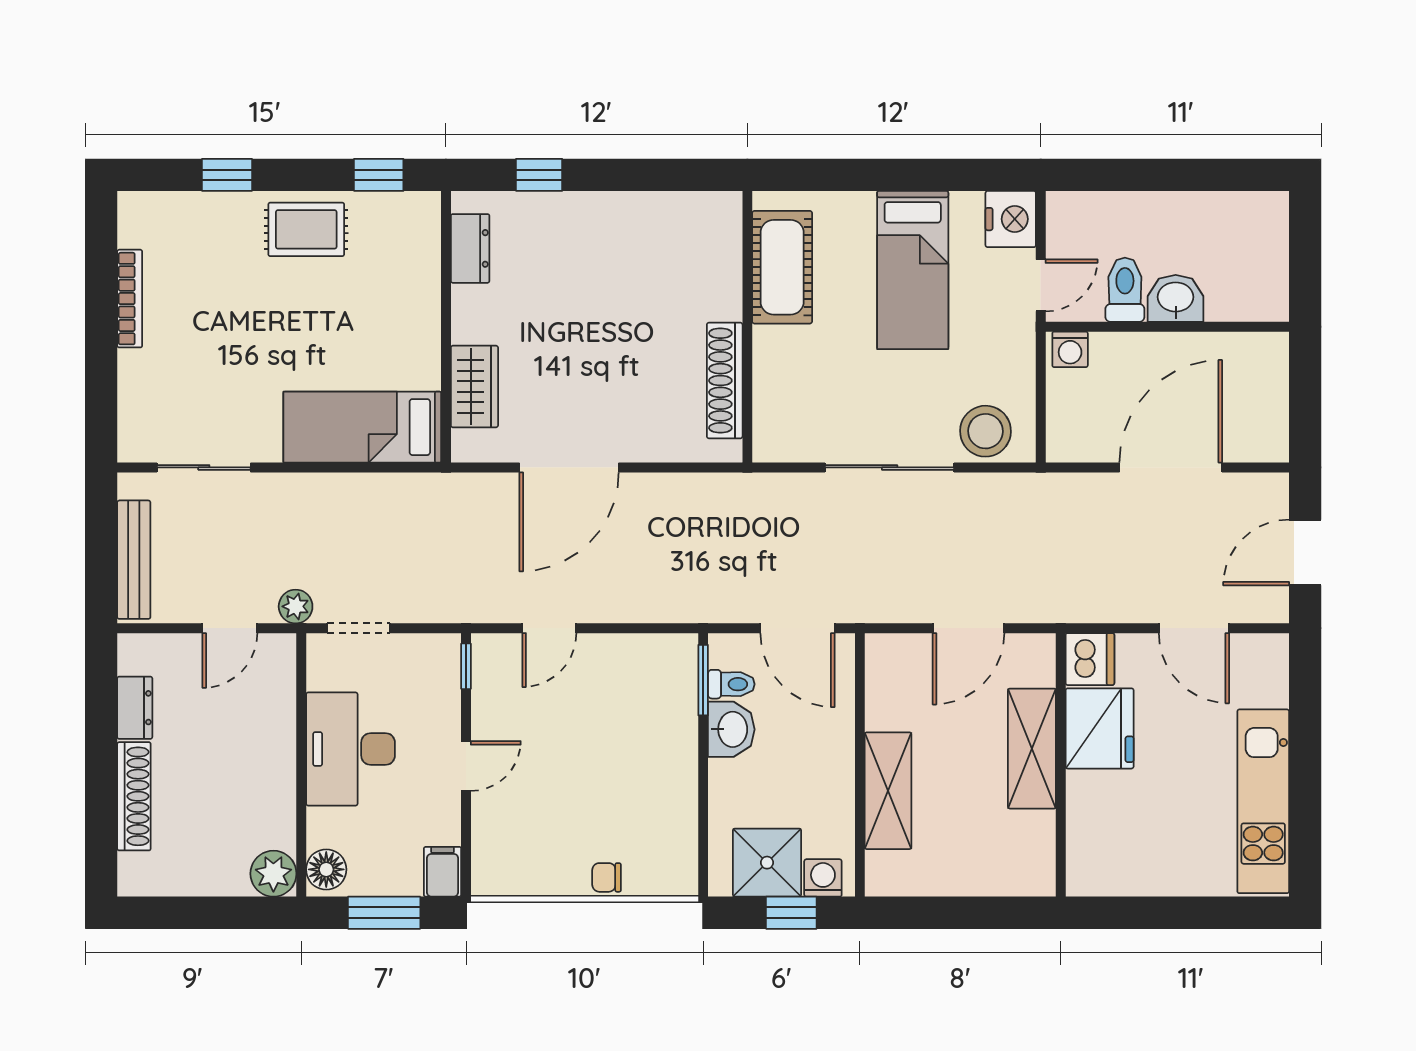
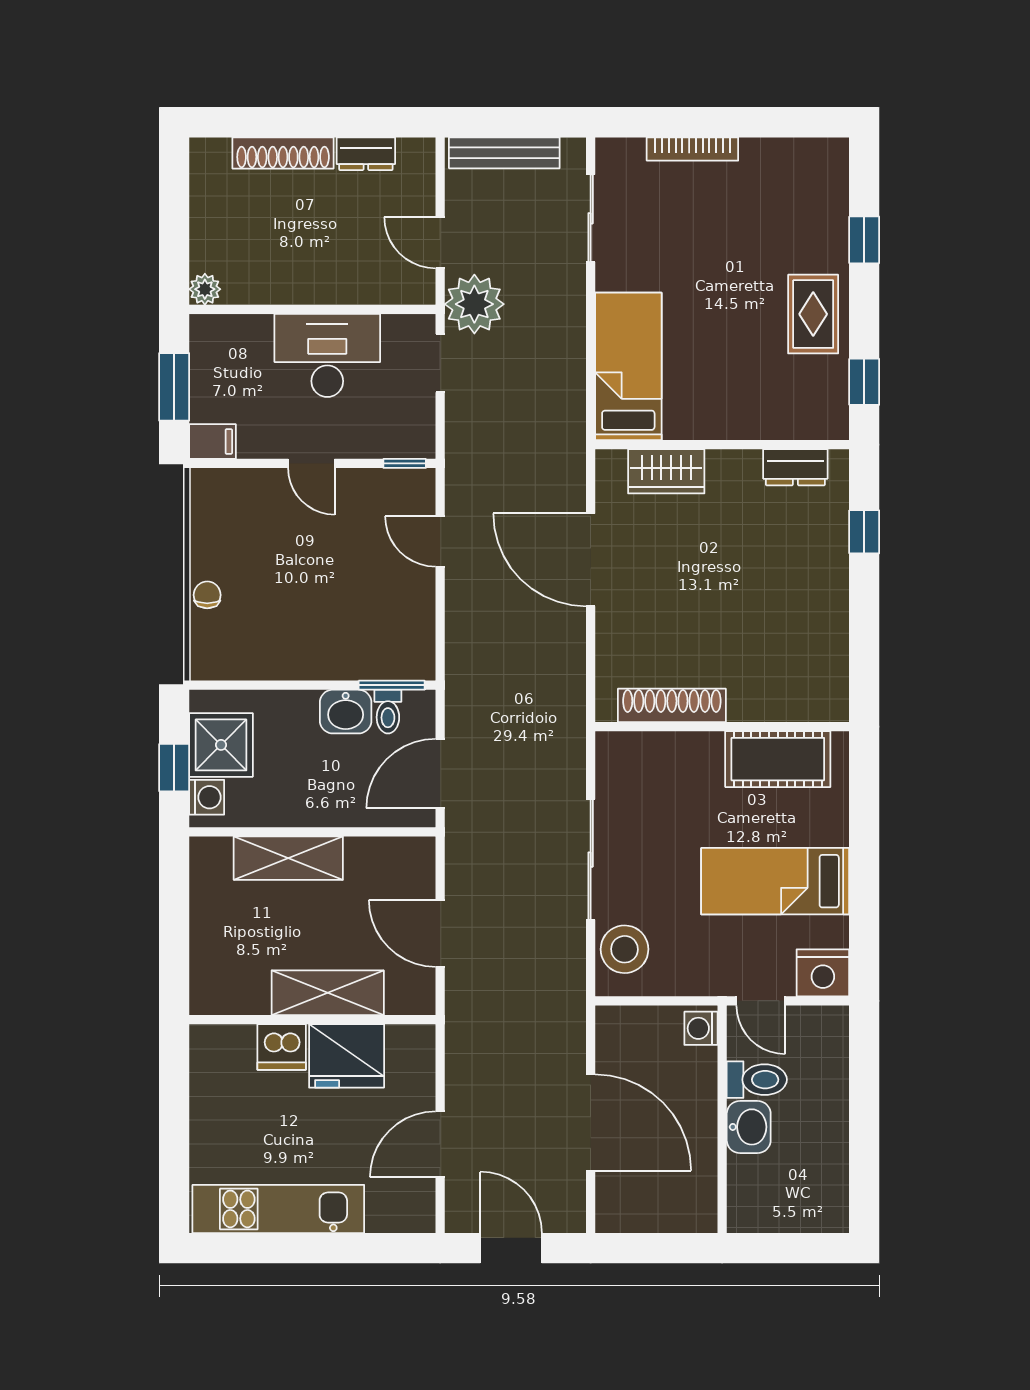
bookcase: (130, 299) -> (692, 149), moved
plant: (296, 606) -> (474, 304), width x1.87, depth x1.87
dishwasher: (1090, 659) -> (282, 1047), moved
floor lamp: (326, 869) -> (215, 333), removed
plant: (273, 874) -> (205, 289), width x0.73, depth x0.73

